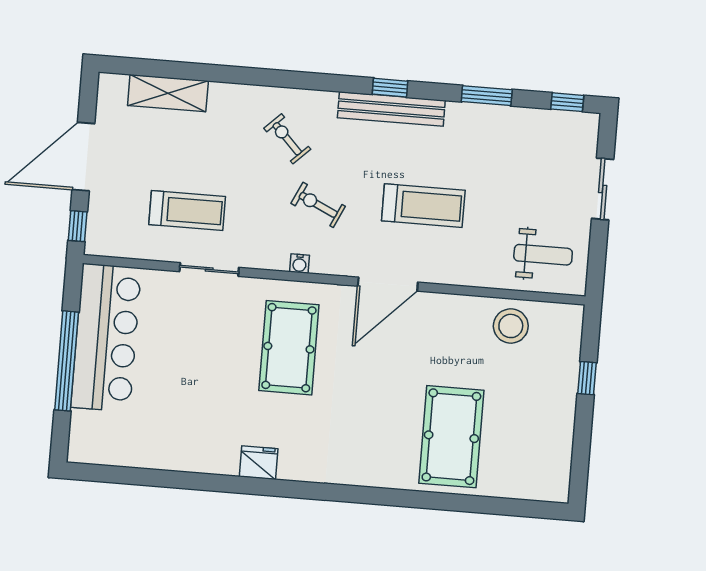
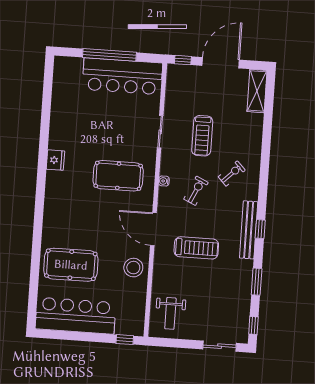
shelving: (168, 93) -> (257, 91), moved
door: (83, 157) -> (221, 63), hinge flipped
sliding door: (603, 189) -> (220, 346), moved
treadmill: (423, 206) -> (196, 248), turned -90
treadmill: (187, 211) -> (202, 136), moved
stool: (511, 326) -> (133, 268), moved
window: (587, 378) -> (125, 340), moved
bar counter: (545, 429) -> (76, 316), added

